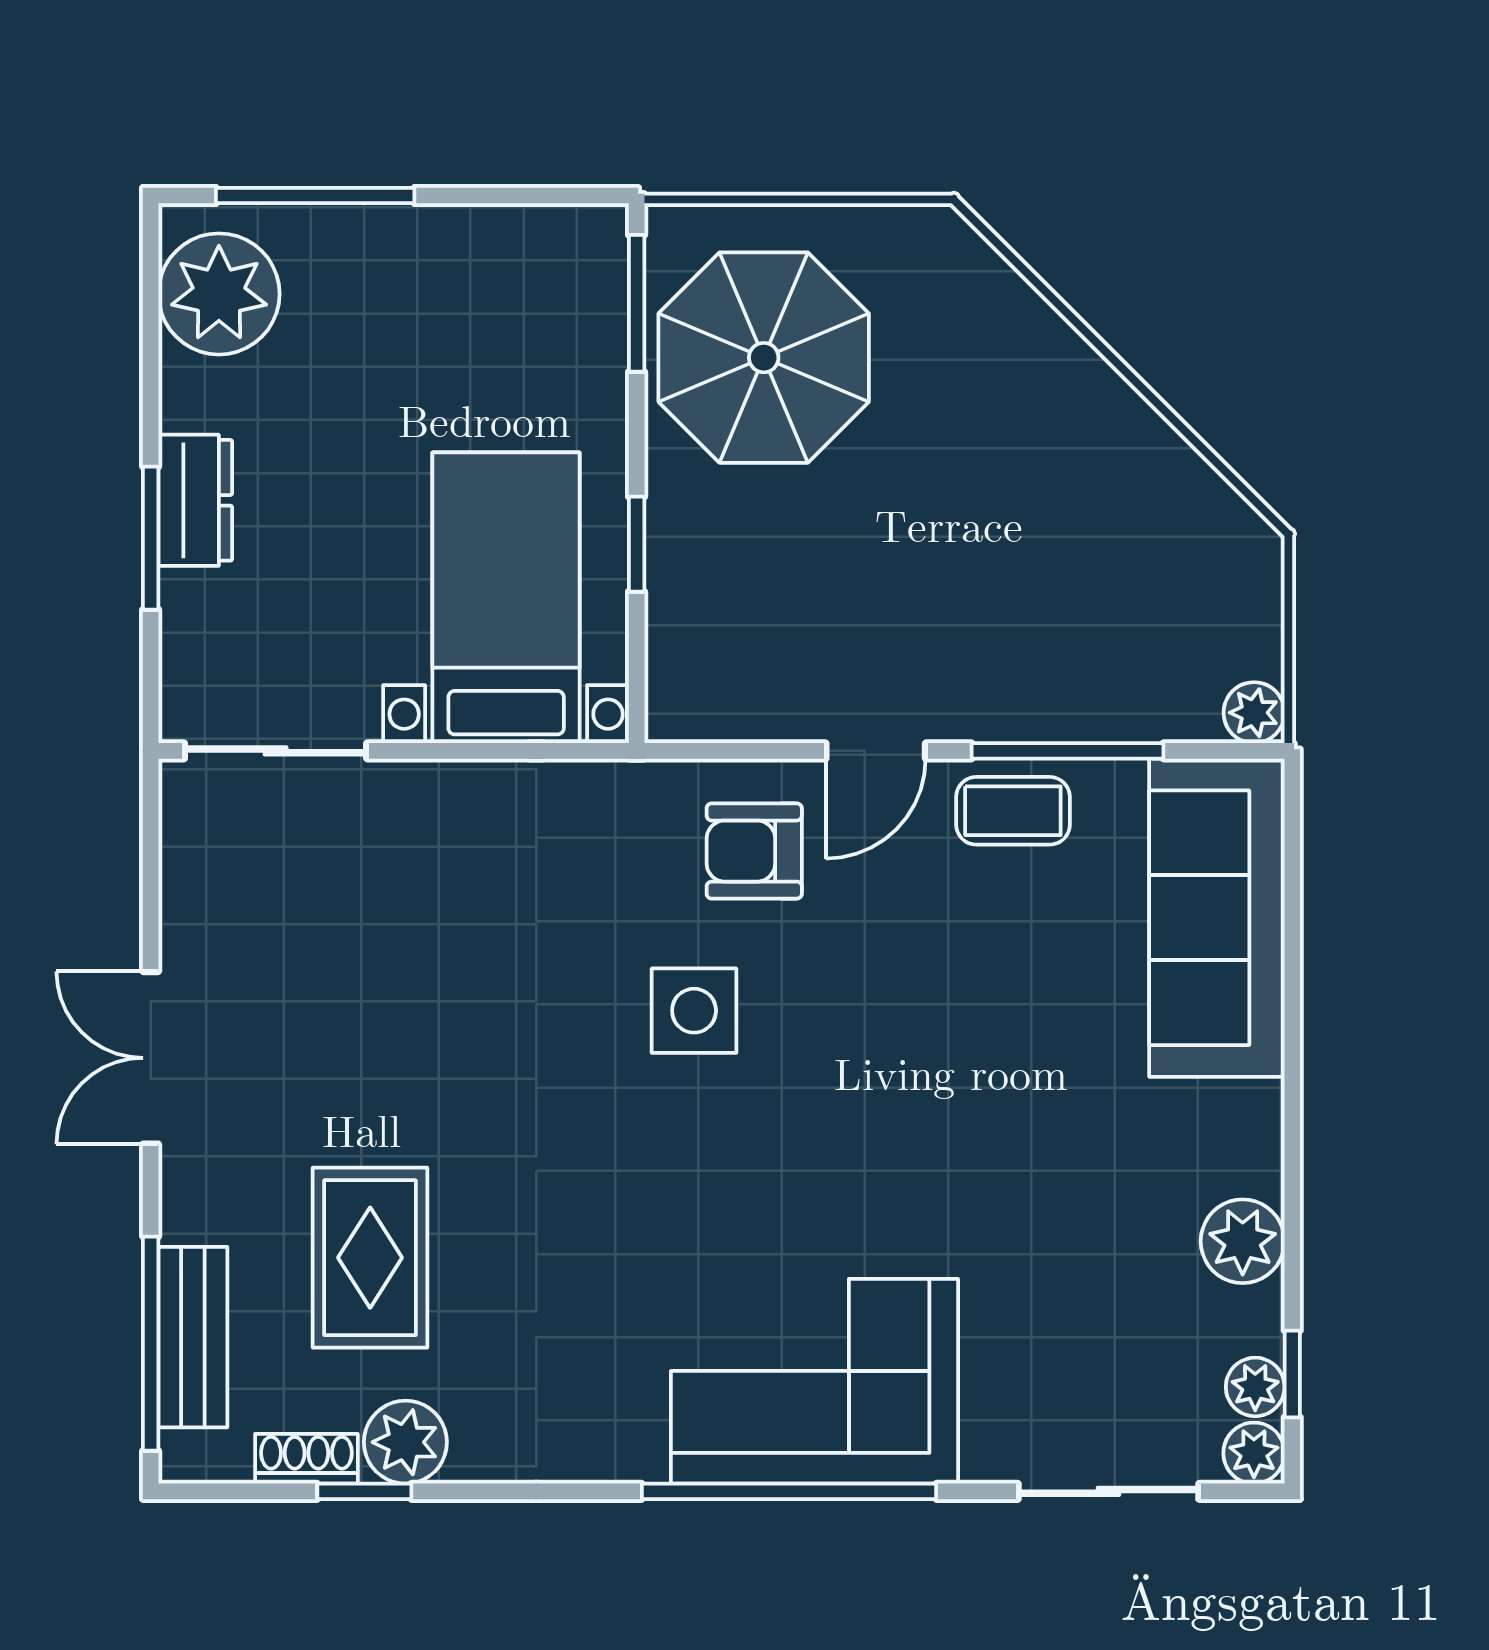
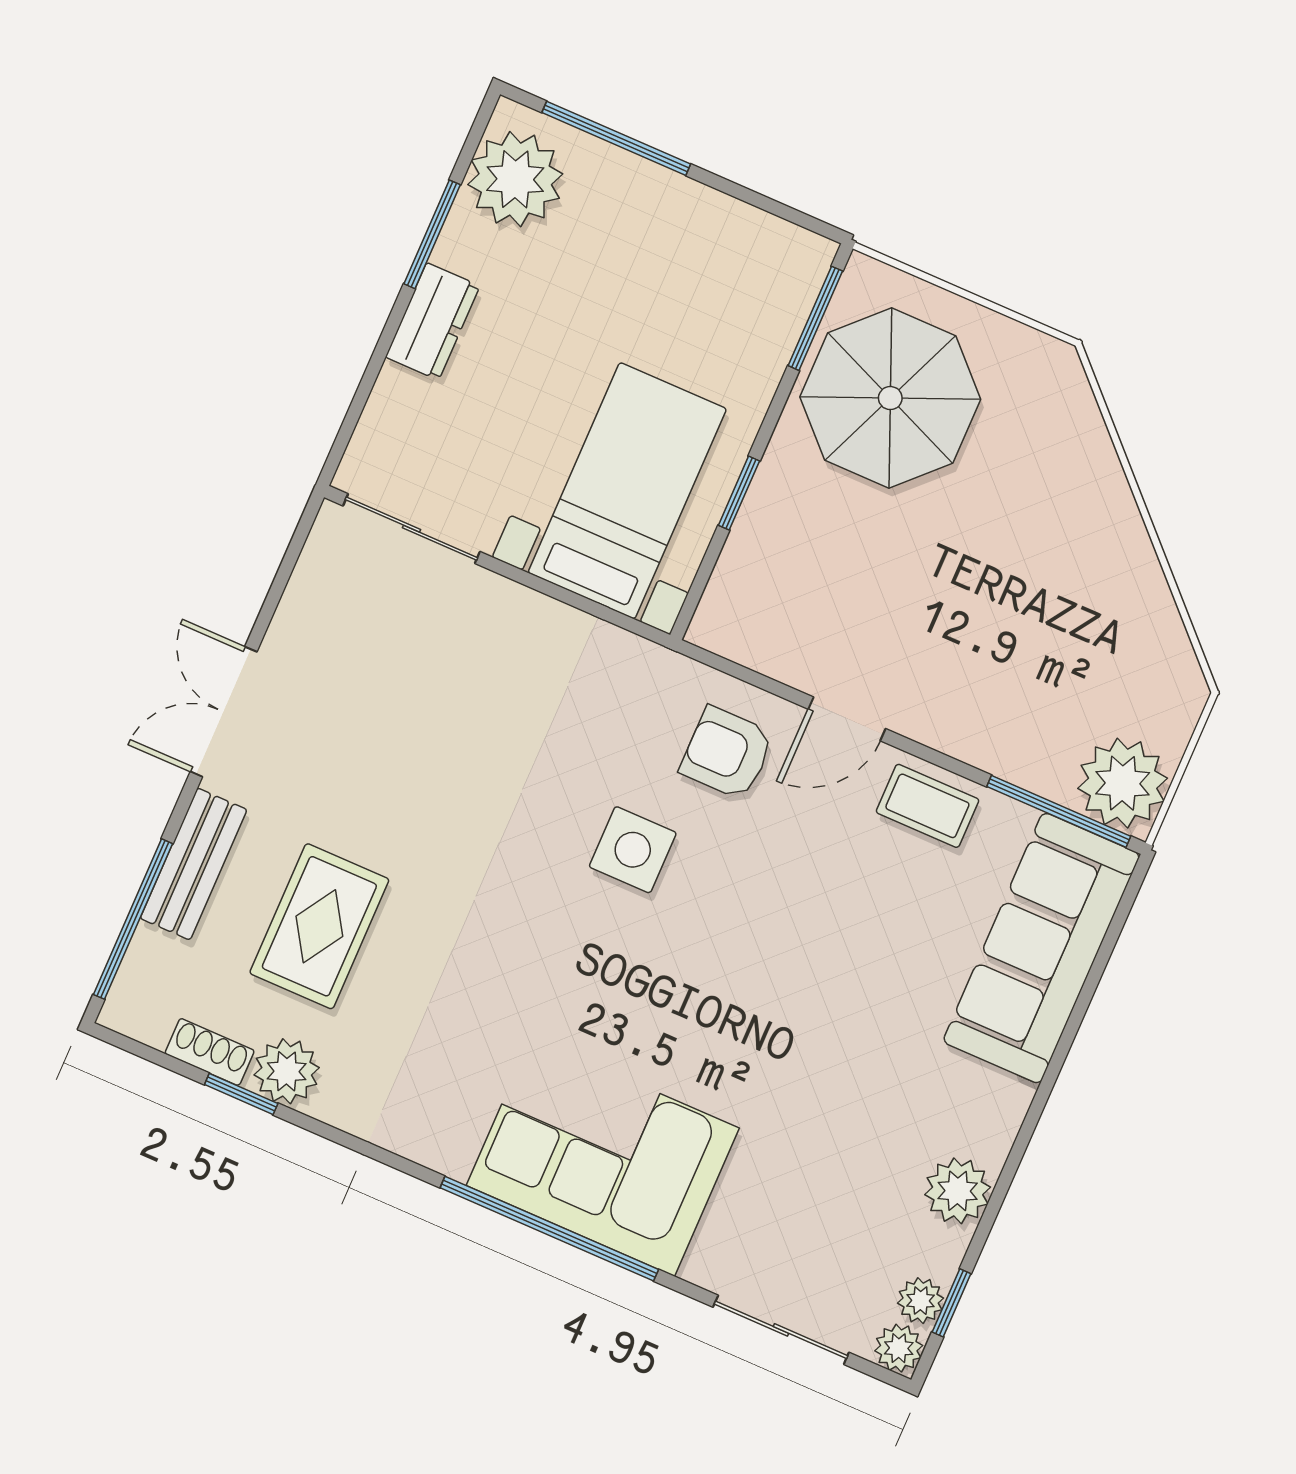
window: (151, 538) -> (432, 234), moved
plant: (1254, 713) -> (1123, 783), width x1.88, depth x1.88
window: (1067, 751) -> (1059, 811), moved
bench: (193, 1337) -> (194, 864), moved

